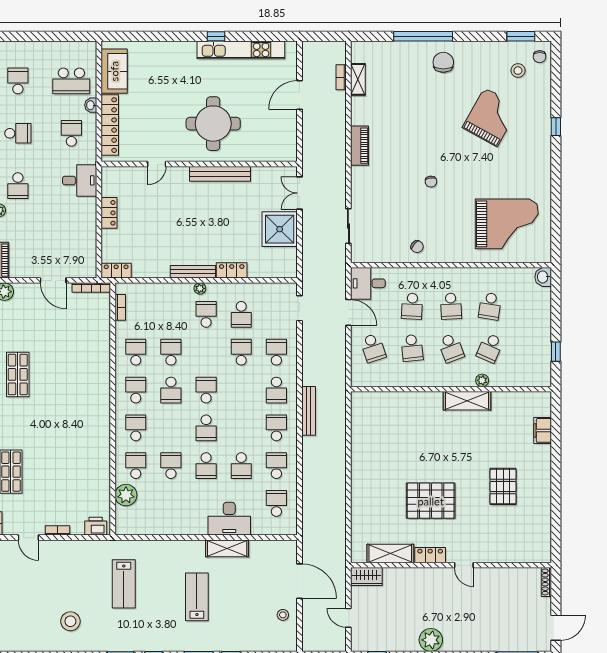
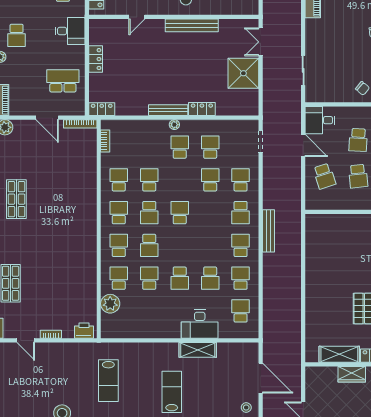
school desk: (71, 238) -> (63, 81), added
school desk: (241, 314) -> (210, 147), turned 180
school desk: (206, 428) -> (149, 245), moved
wardrobe: (366, 576) -> (352, 374), moved

